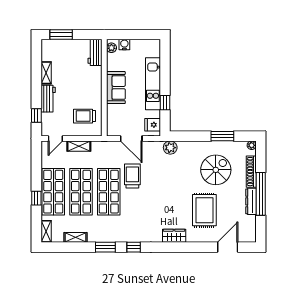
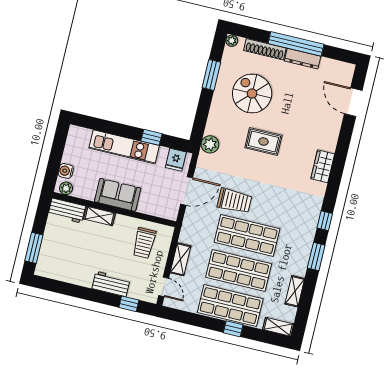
shelving: (46, 73) -> (99, 216), moved
trolley: (132, 176) -> (235, 201), turned 180
rug: (204, 210) -> (263, 142), moved, width x0.73, depth x0.70

